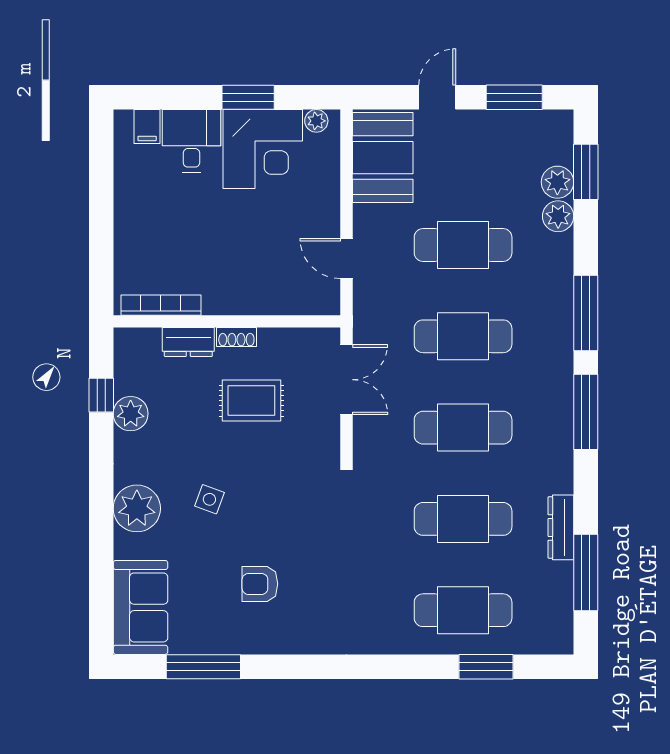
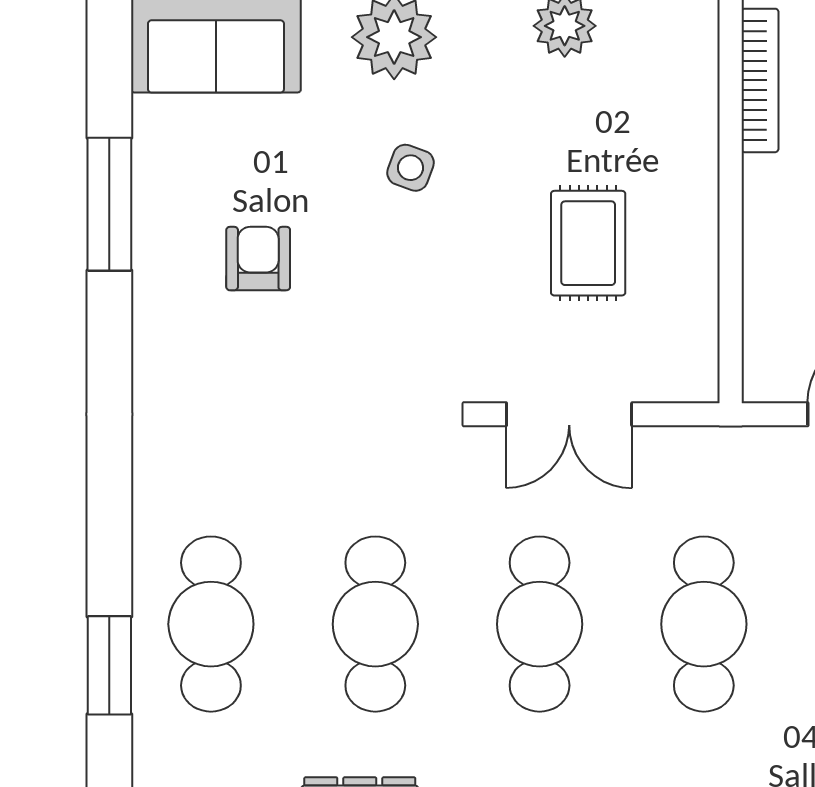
shoe rack: (236, 337) -> (702, 216), removed
dresser: (188, 342) -> (694, 130), removed
double door: (346, 380) -> (569, 414), moved
window: (203, 667) -> (109, 204), moved

